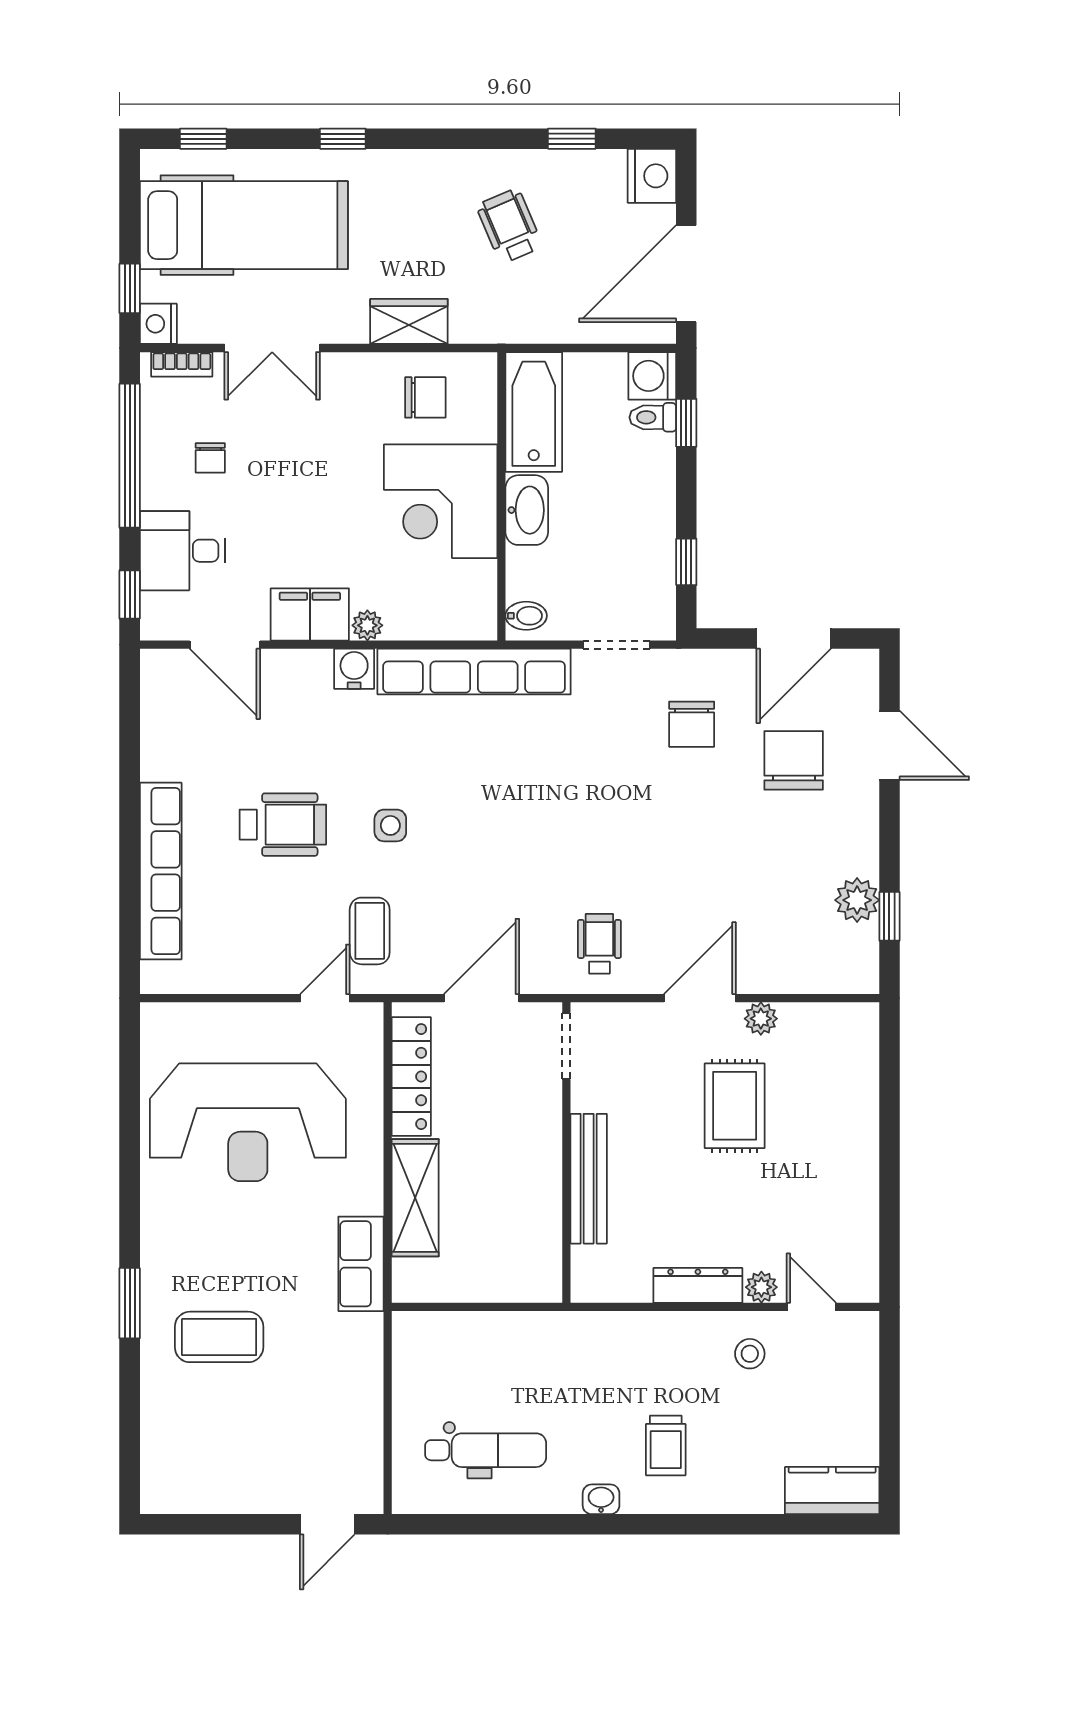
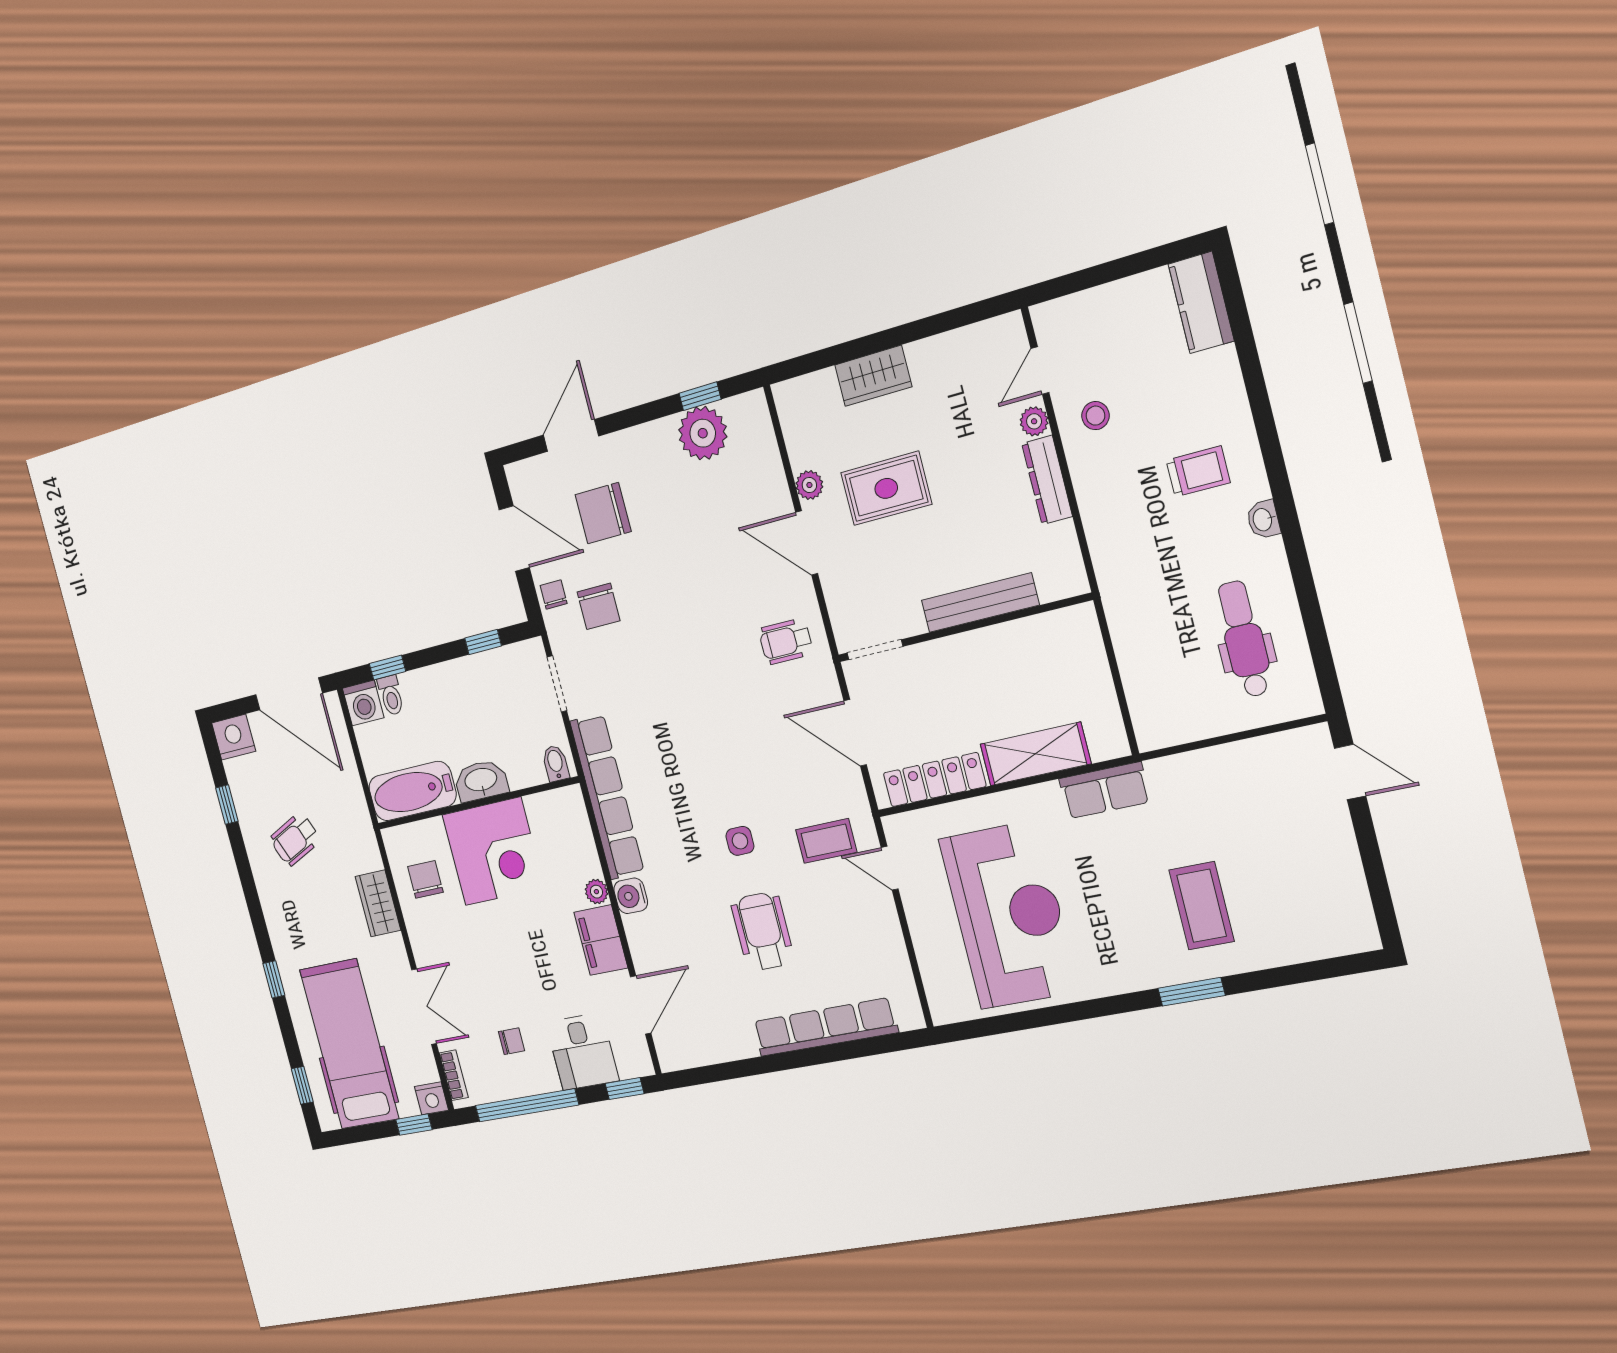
chair: (718, 670) -> (554, 595), added
chair: (692, 724) -> (599, 606), turned 90
plant: (857, 900) -> (703, 433), width x1.36, depth x1.36
wardrobe: (856, 1123) -> (873, 376), added

